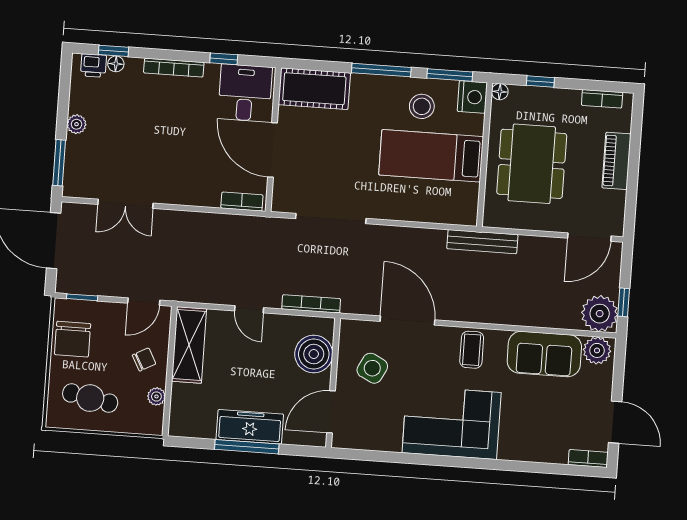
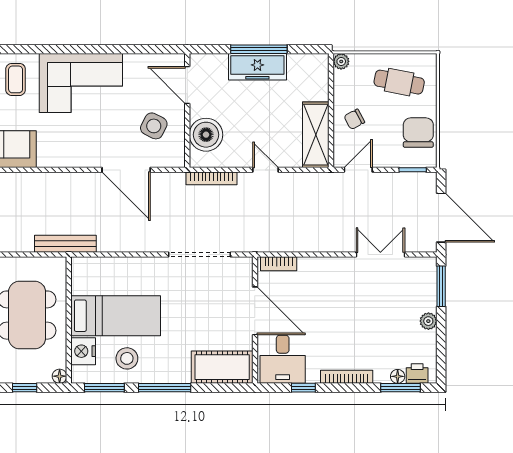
window: (113, 51) -> (401, 388), width x1.50
nightstand: (472, 97) -> (83, 351), moved
coffee table: (472, 350) -> (16, 79), moved
plant: (156, 396) -> (341, 61), moved
door: (331, 412) -> (187, 85), swing flipped

